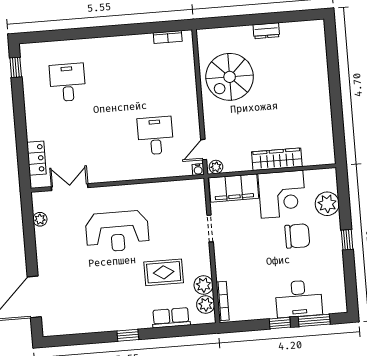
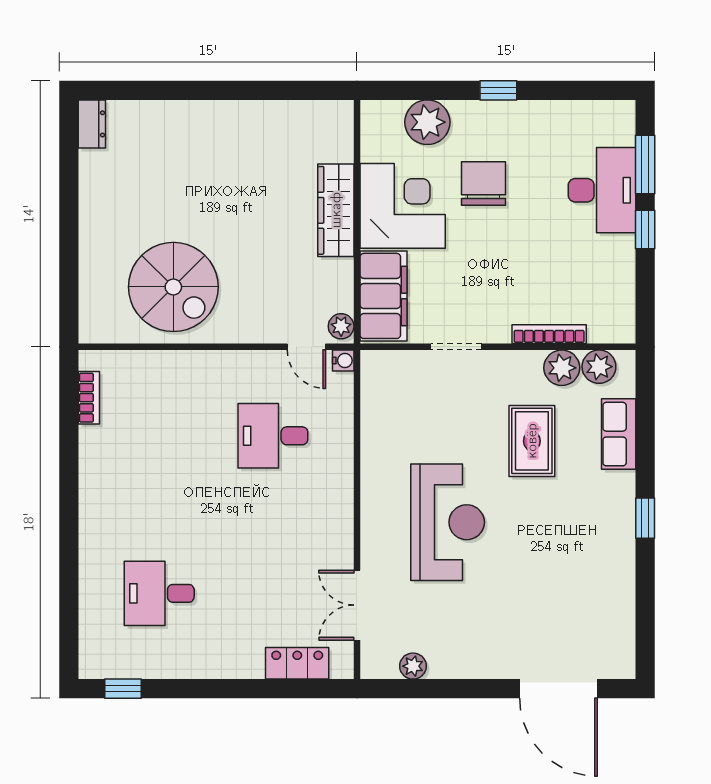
dresser: (266, 31) -> (92, 124), moved
bookcase: (223, 301) -> (549, 334), moved

